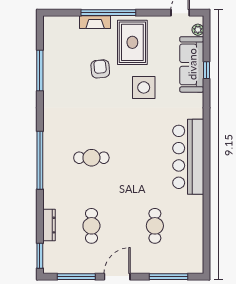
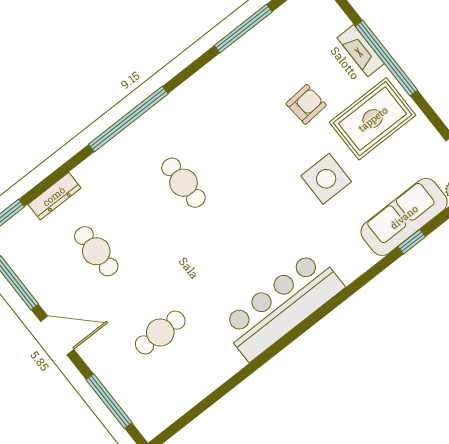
cafe table: (91, 226) -> (96, 251), turned 90

